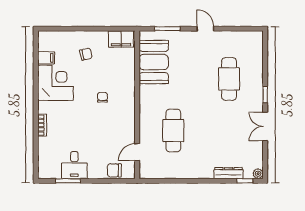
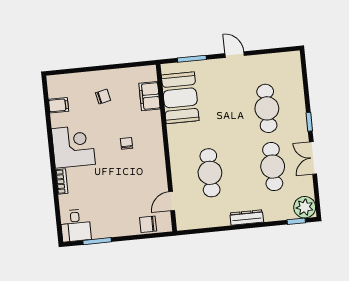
filing cabinet: (121, 39) -> (150, 96), moved, turned 90
corner desk: (55, 83) -> (73, 146), moved
cafe table: (229, 131) -> (273, 167), added
desk: (74, 165) -> (76, 225), moved
dresser: (228, 173) -> (247, 218), moved
plant: (258, 174) -> (305, 207), width x1.87, depth x1.87

